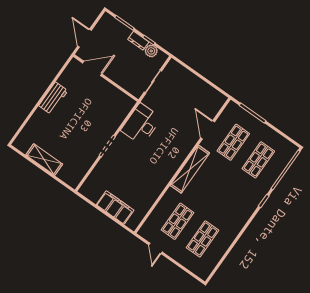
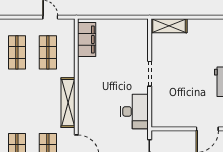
shelving: (44, 160) -> (169, 26), moved
filing cabinet: (115, 207) -> (87, 40), moved, turned -90

